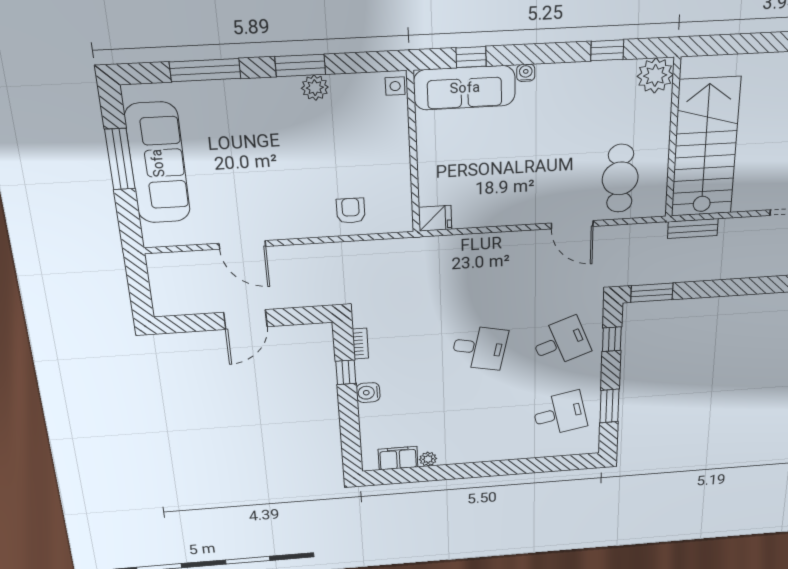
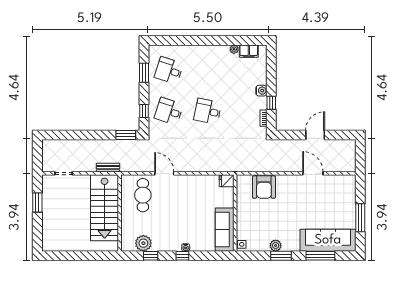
window: (471, 57) -> (182, 256), moved
plant: (655, 75) -> (143, 243), moved
sofa: (465, 88) -> (225, 230), moved, turned -90
sofa: (158, 163) -> (328, 240), moved, turned 90
armchair: (351, 211) -> (264, 187), width x1.88, depth x1.88
desk: (561, 342) -> (169, 111), turned 39
desk: (560, 414) -> (169, 70), turned 30

